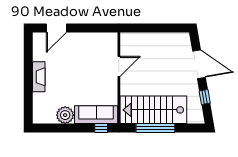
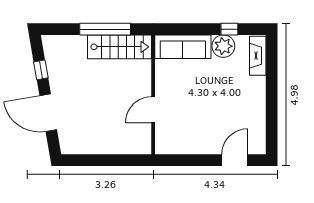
fireplace: (39, 77) -> (258, 56), moved
stairs: (153, 110) -> (119, 47), width x0.73, depth x0.66
window: (101, 128) -> (229, 29), moved

